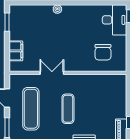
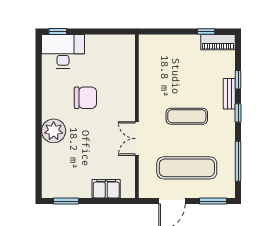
plant: (57, 9) -> (54, 131), width x1.88, depth x1.88
chair: (103, 52) -> (85, 98), moved

